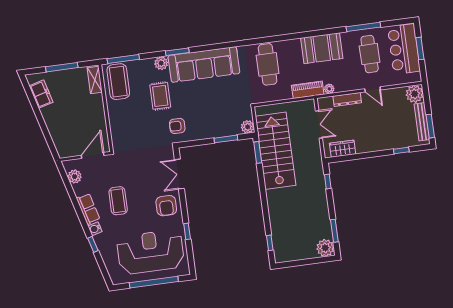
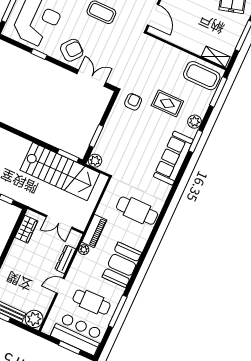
sofa: (204, 64) -> (173, 158), width x0.74, depth x0.79
armchair: (166, 206) -> (72, 50), turned 130

